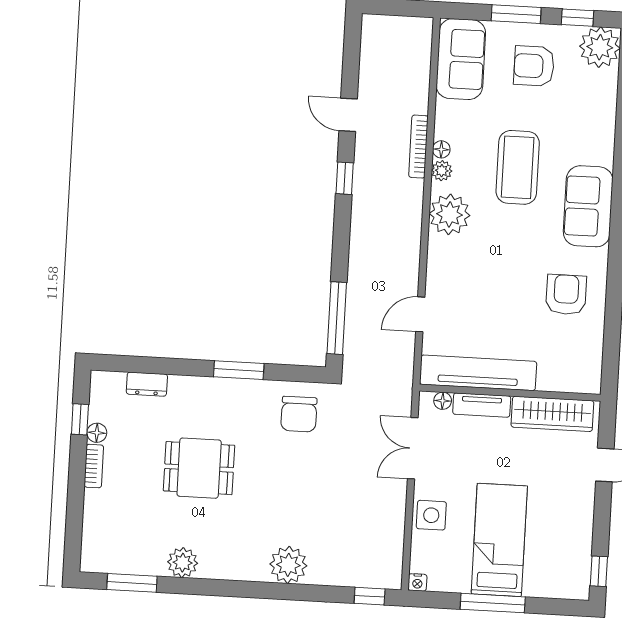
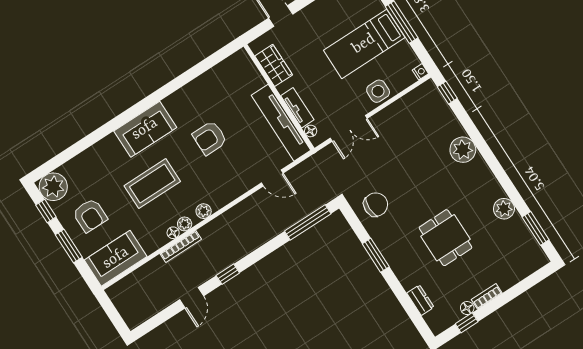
plant: (450, 214) -> (204, 211), width x0.53, depth x0.53
armchair: (566, 295) -> (210, 138), moved
wardrobe: (552, 414) -> (274, 65), width x0.67

